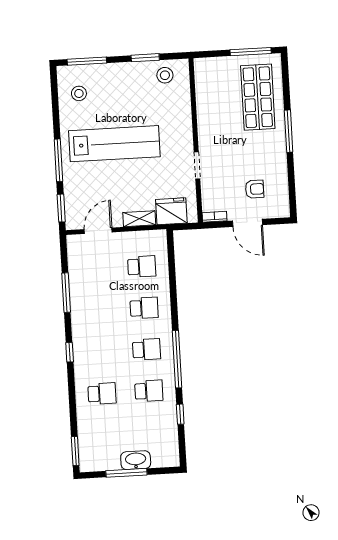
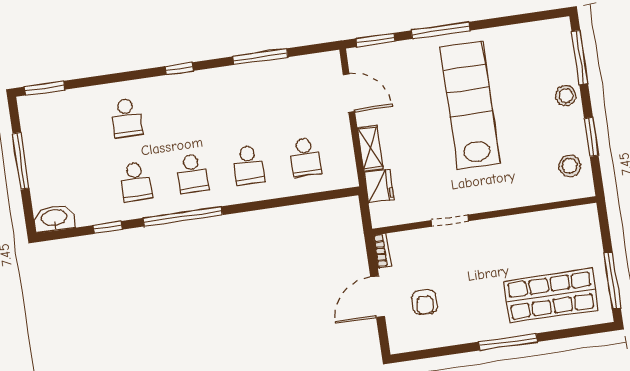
stool: (79, 93) -> (566, 96), moved
lab bench: (114, 144) -> (470, 105), turned 180
fridge: (171, 211) -> (379, 186), width x0.73, depth x0.75
washbasin: (136, 460) -> (54, 218), moved, turned -90

